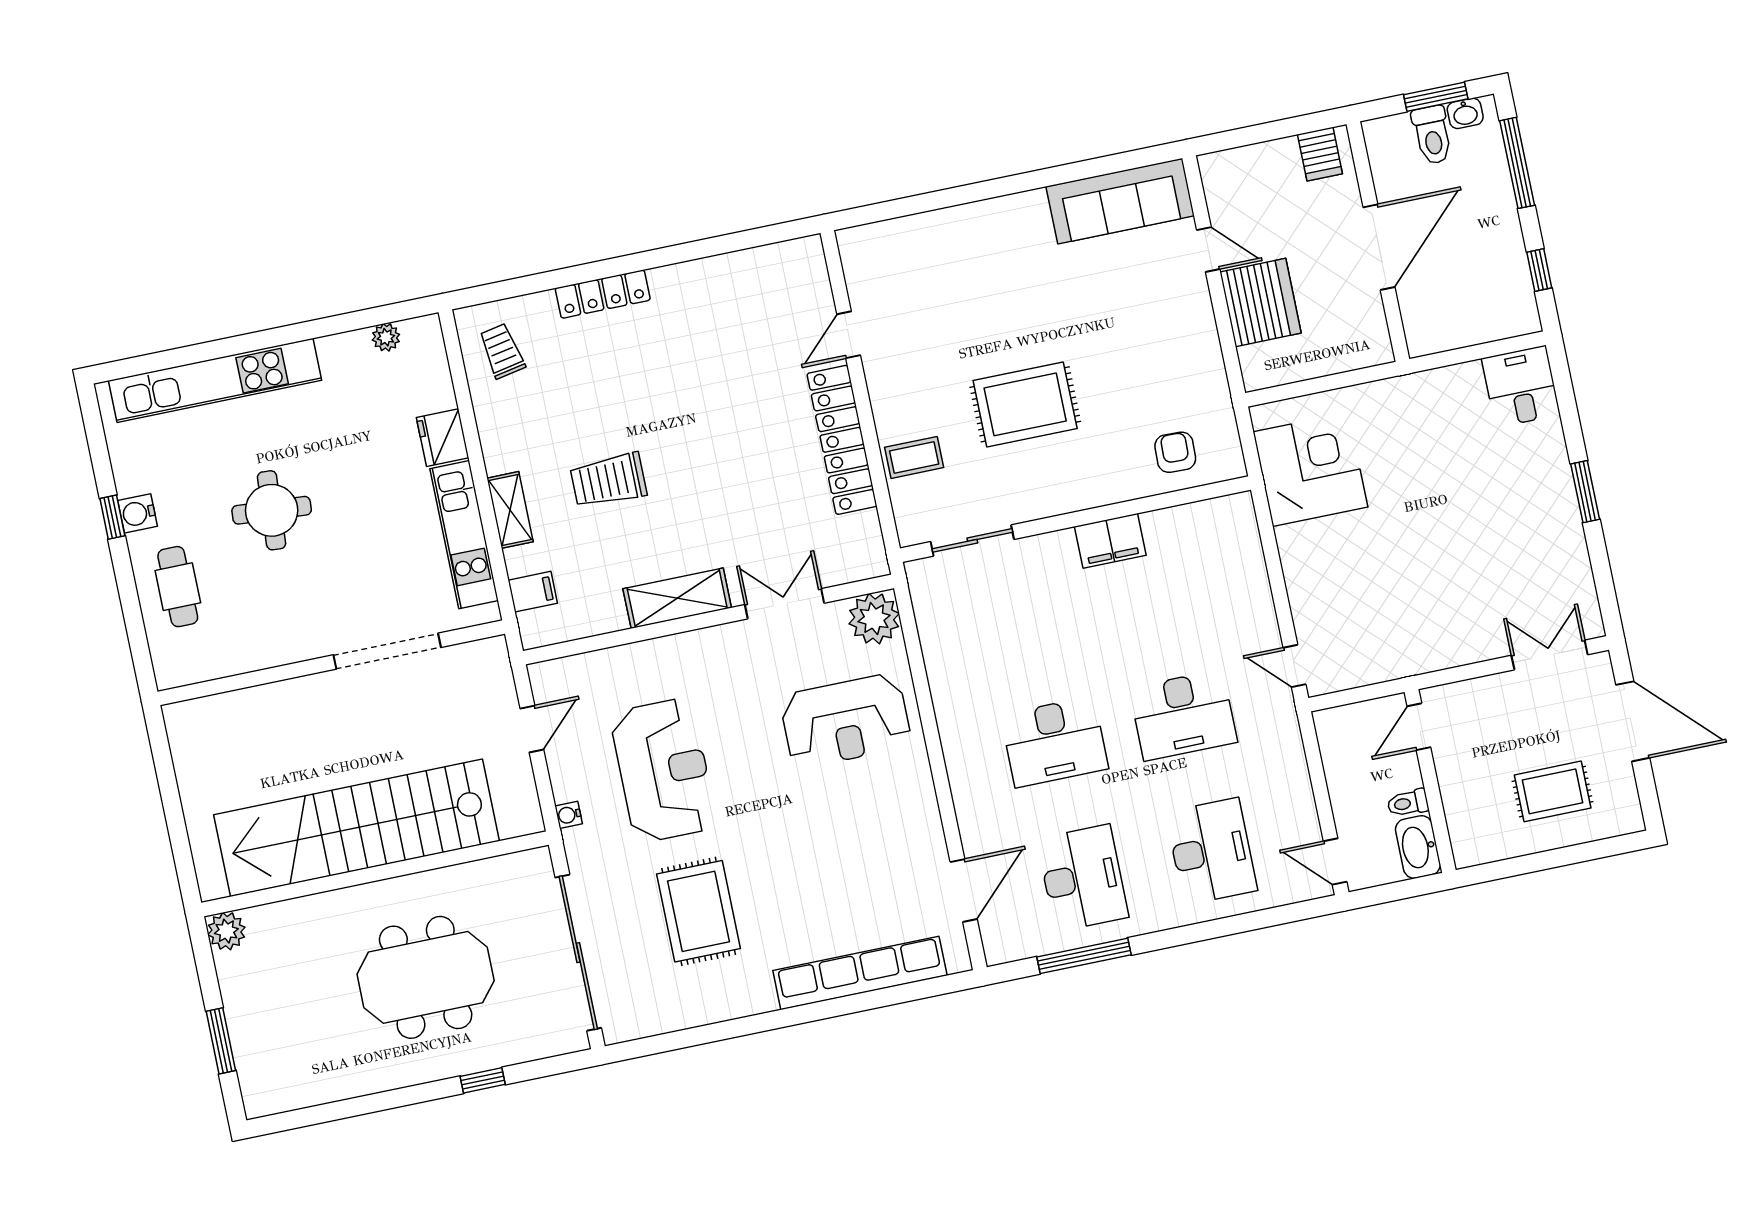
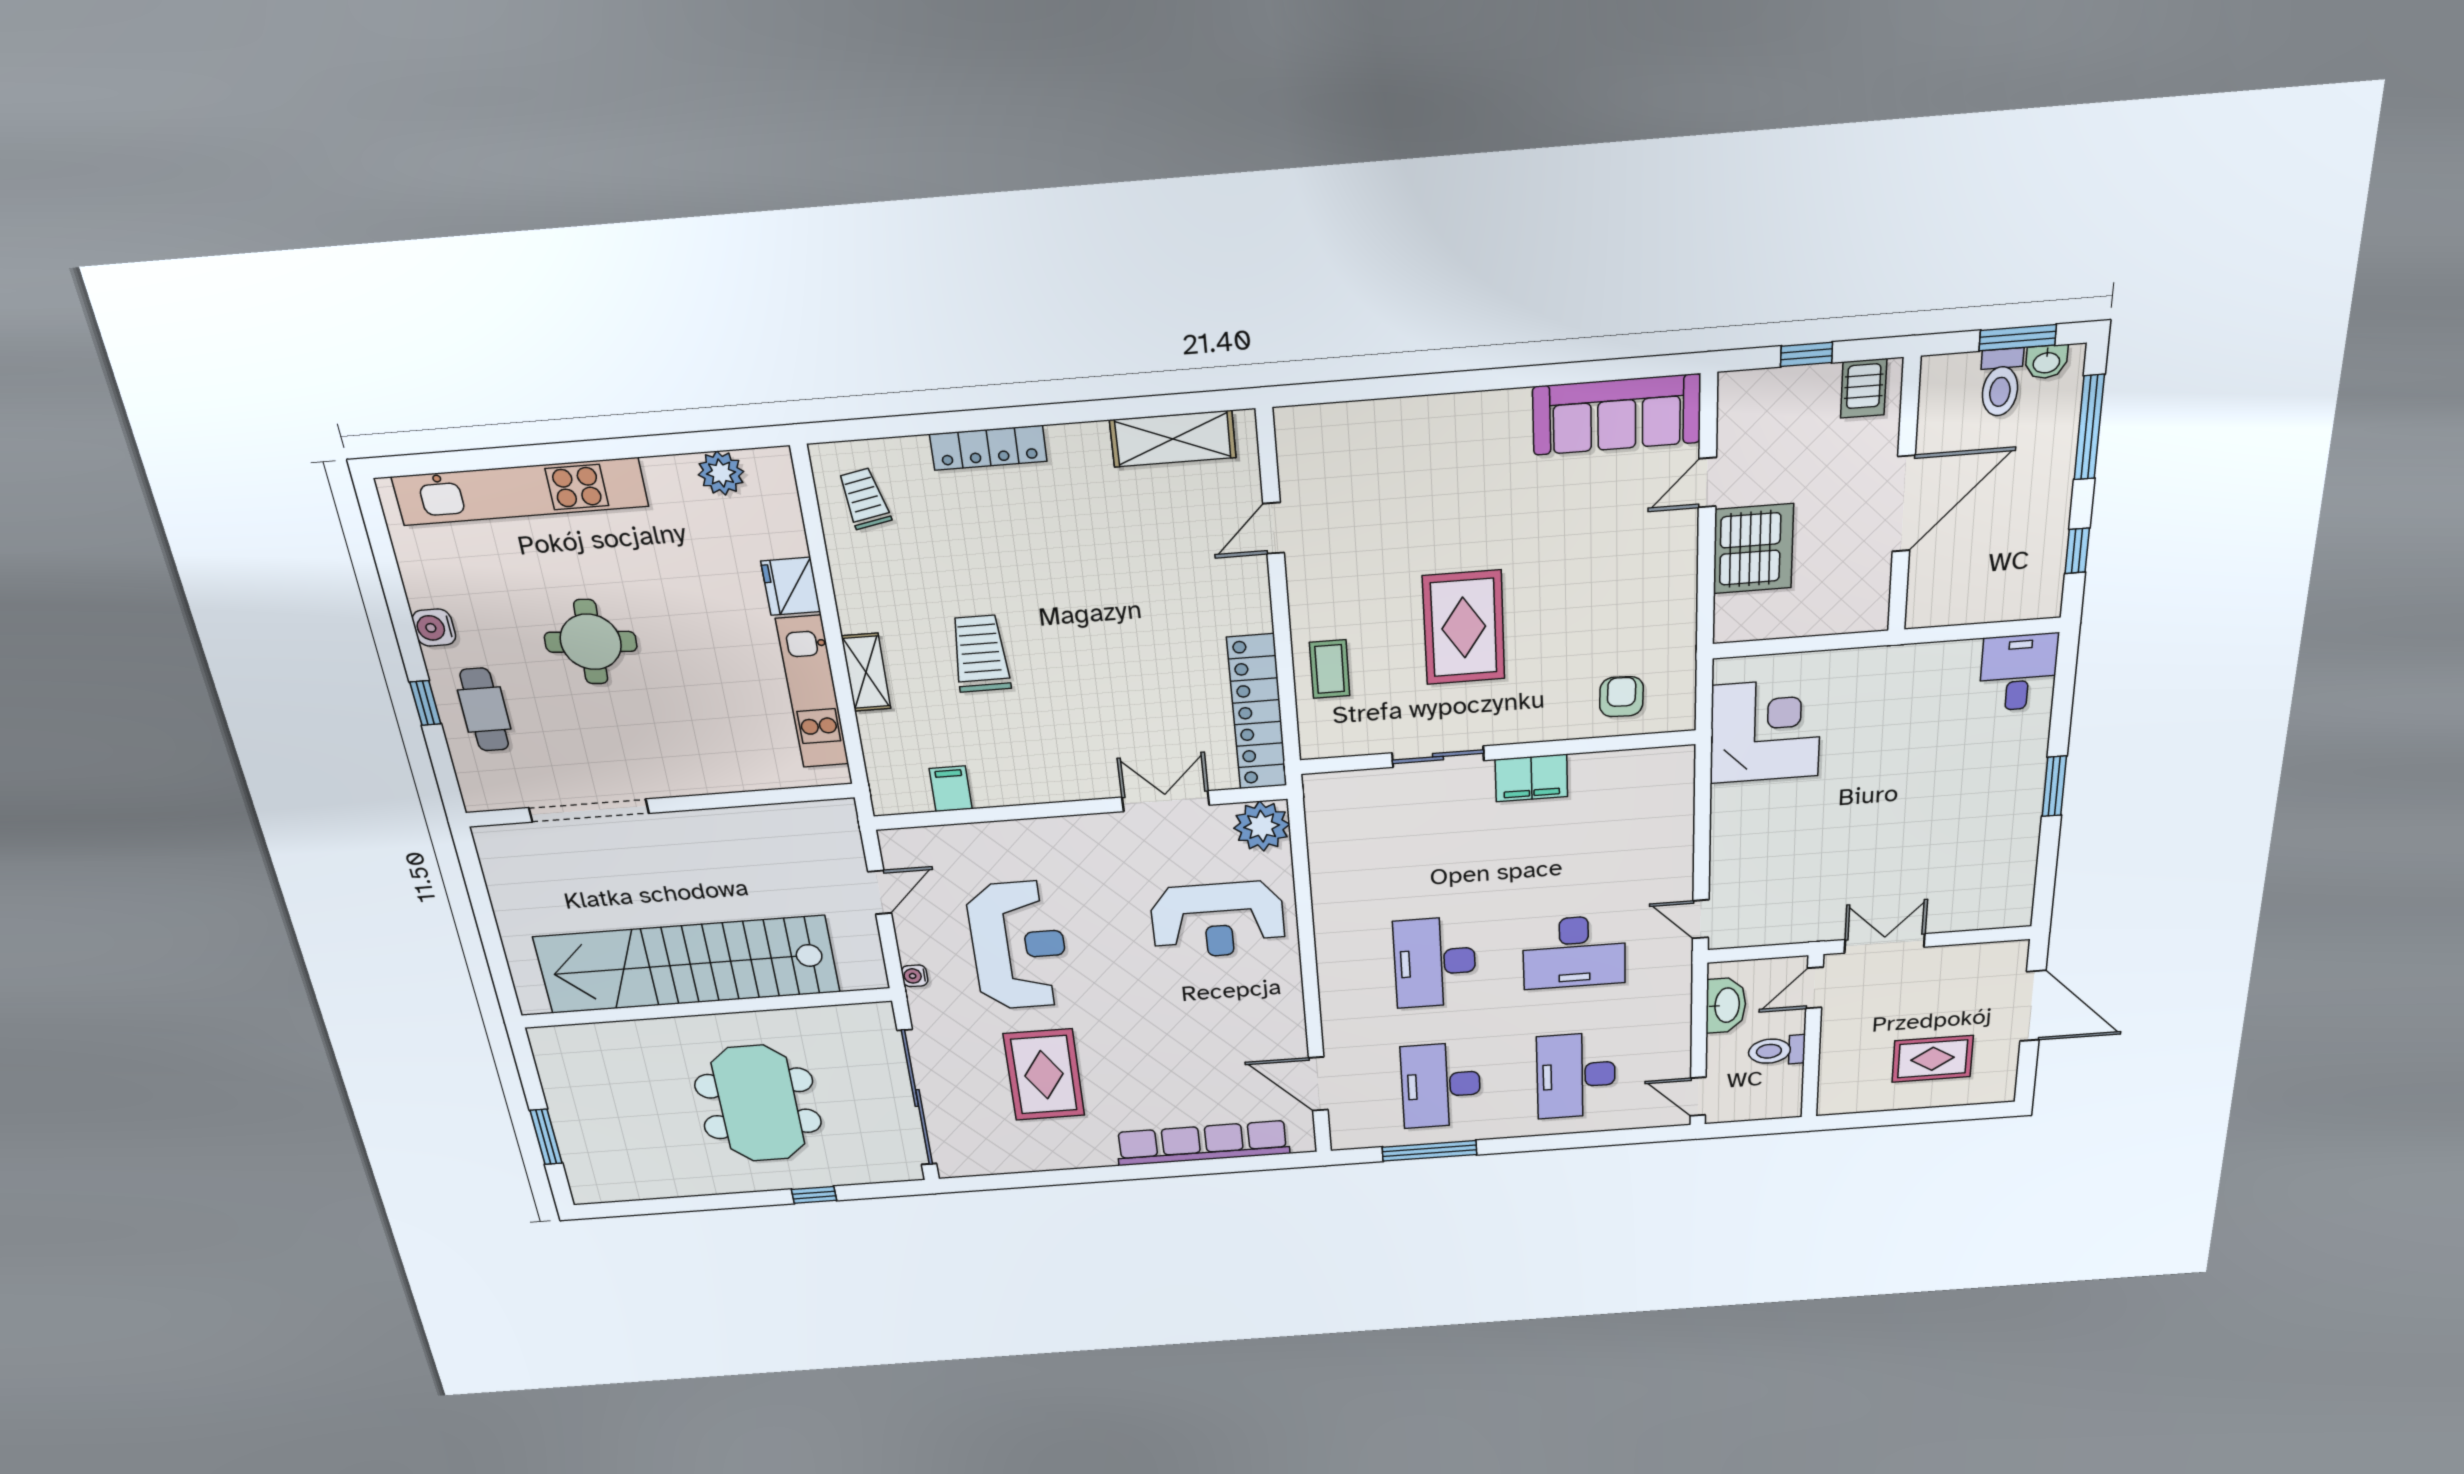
window: (1266, 132) -> (1807, 354), added
door: (1208, 250) -> (1707, 483), swing flipped
plant: (386, 337) -> (721, 473), width x1.38, depth x1.38
rug: (1025, 404) -> (1464, 628), turned 90
locker: (842, 440) -> (1257, 712), moved
coffee table: (914, 457) -> (1330, 669), turned 90
trolley: (608, 480) -> (980, 654), turned 90
window: (112, 517) -> (425, 703), moved
sliding door: (972, 540) -> (1438, 757), moved
filing cabinet: (533, 592) -> (951, 789), moved, turned -90
shelving: (677, 598) -> (1173, 439), moved
doorway: (387, 651) -> (589, 811), moved
double door: (1550, 655) -> (1885, 943), moved
desk: (1054, 742) -> (1435, 962), turned 90
toilet: (1408, 803) -> (1777, 1051), width x1.37, depth x1.39
washbasin: (1418, 847) -> (1726, 1005), moved, turned 180
desk: (1211, 851) -> (1576, 1075), turned 180
desk: (1083, 878) -> (1441, 1085), turned 180
door: (964, 890) -> (1318, 1084), swing flipped
plant: (226, 931) -> (549, 1043), removed
meeting table: (426, 977) -> (758, 1104), turned 90

